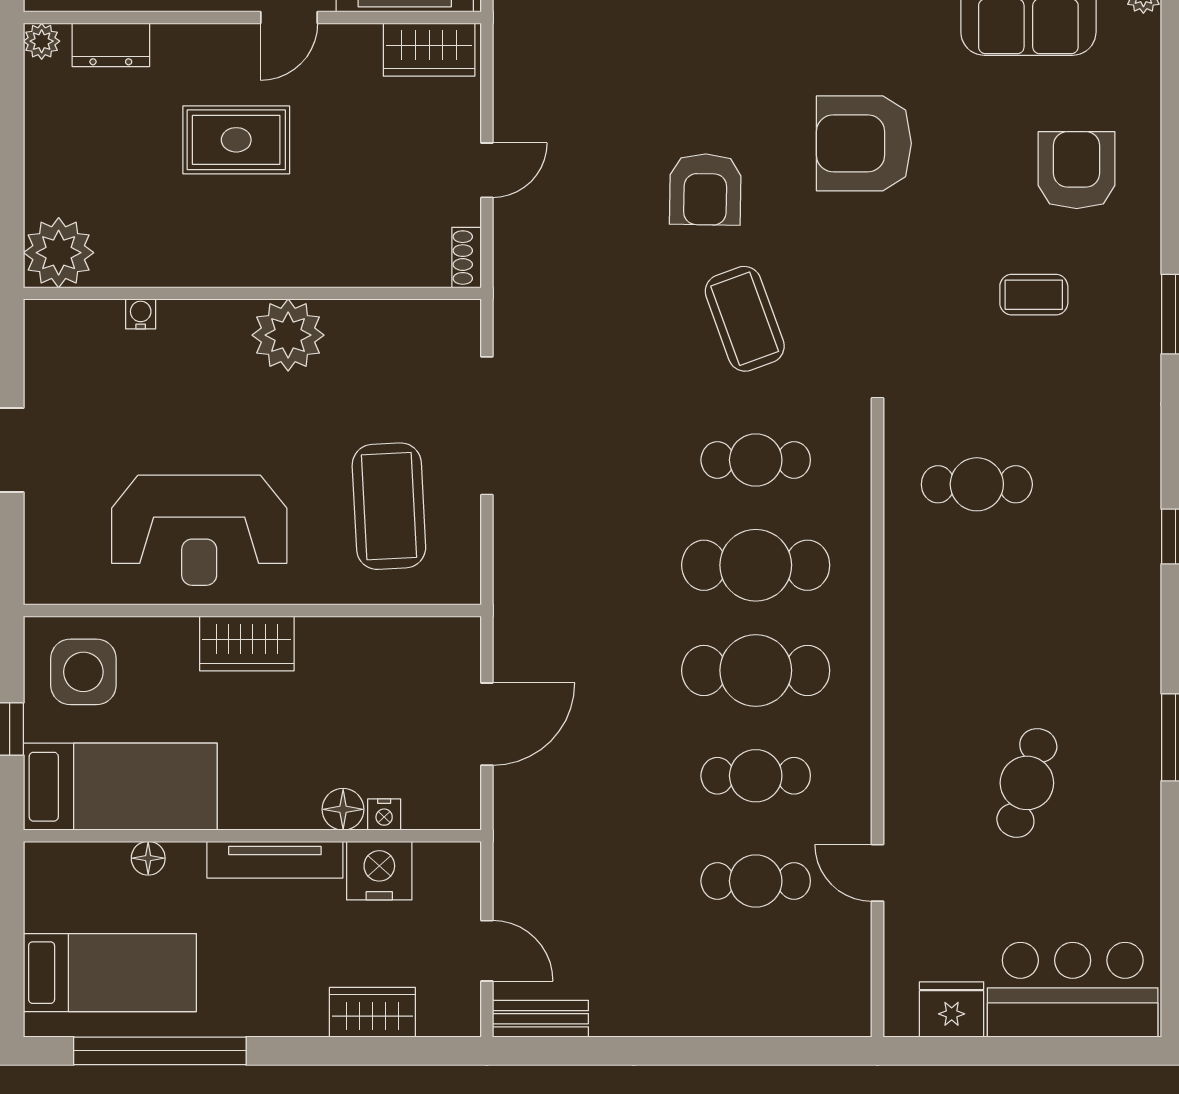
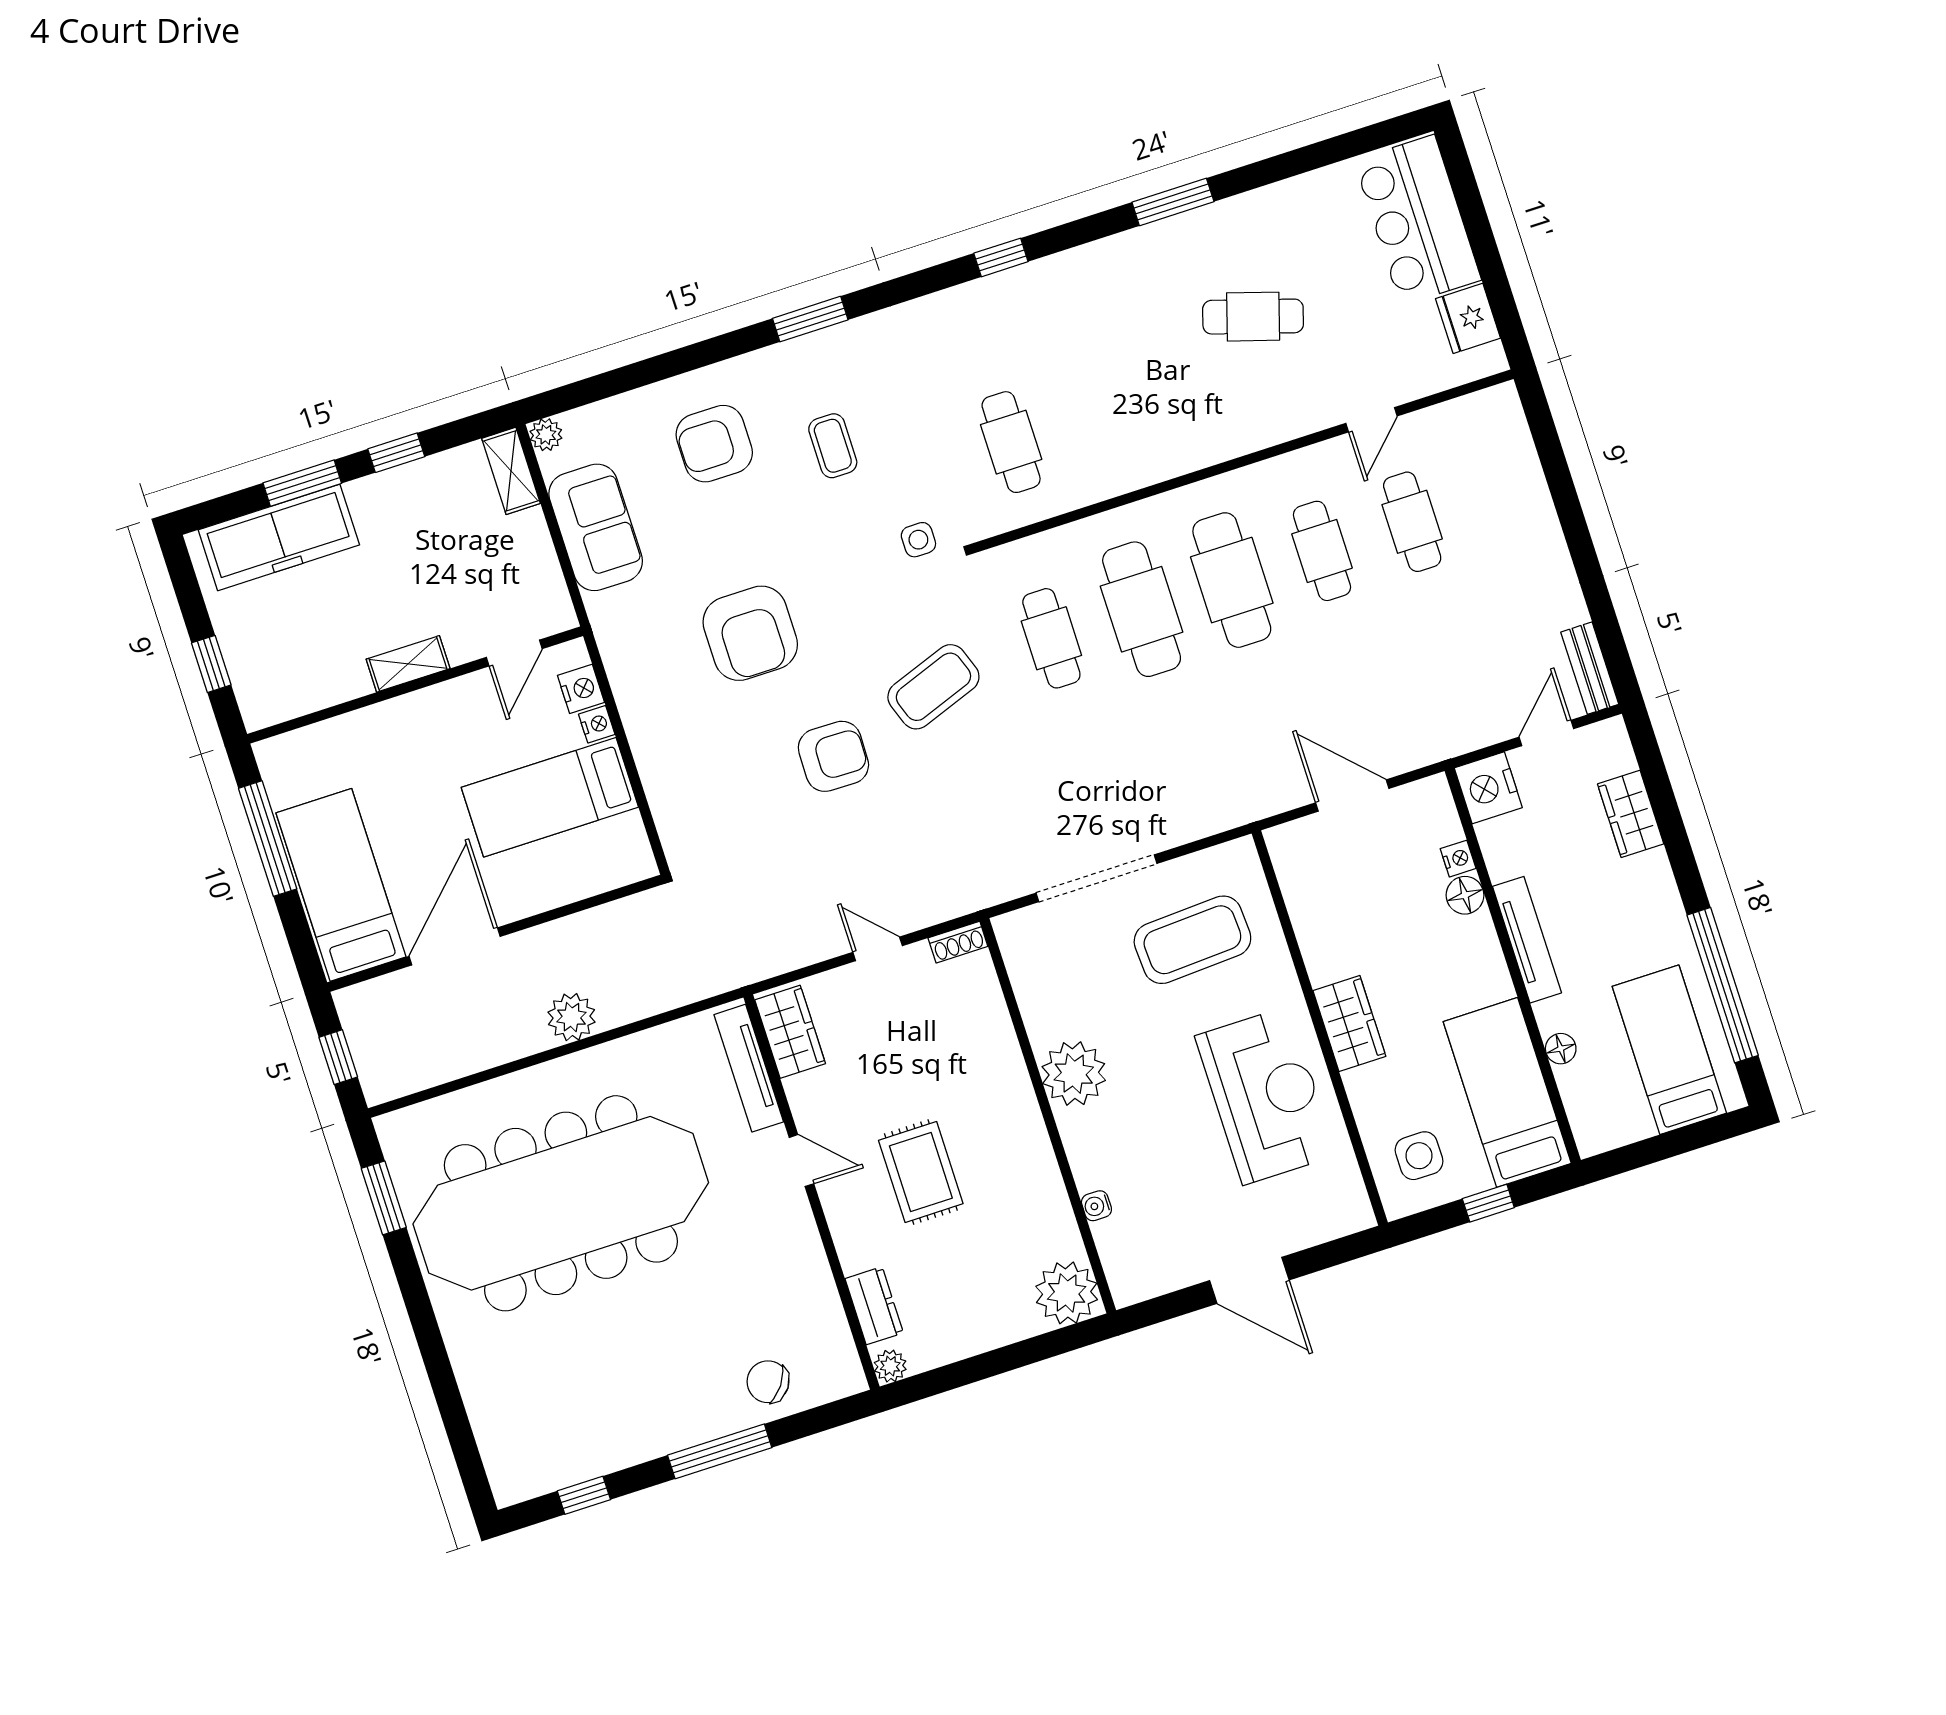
side table: (905, 353) -> (918, 540), added
side table: (83, 672) -> (1419, 1156), width x0.73, depth x0.73
nightstand: (379, 871) -> (1488, 788), moved

